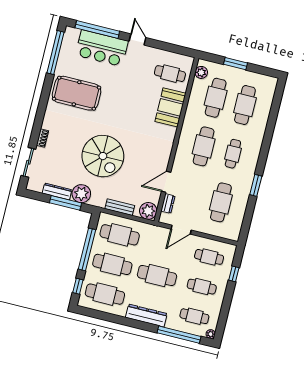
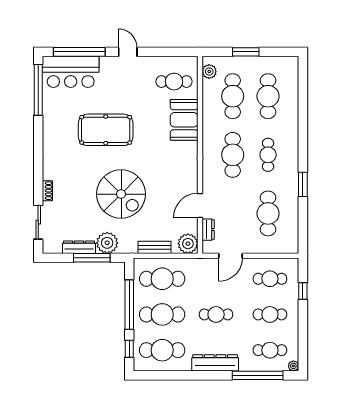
bar counter: (102, 48) -> (71, 72), moved
pool table: (77, 93) -> (106, 130), moved
cafe table: (157, 275) -> (216, 314), width x0.73, depth x0.74

